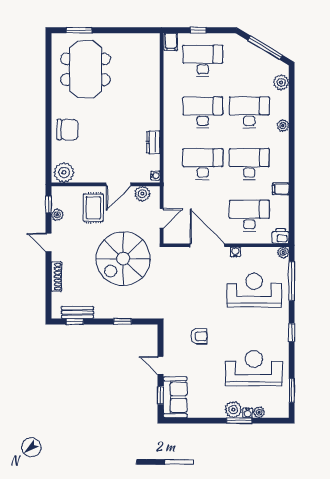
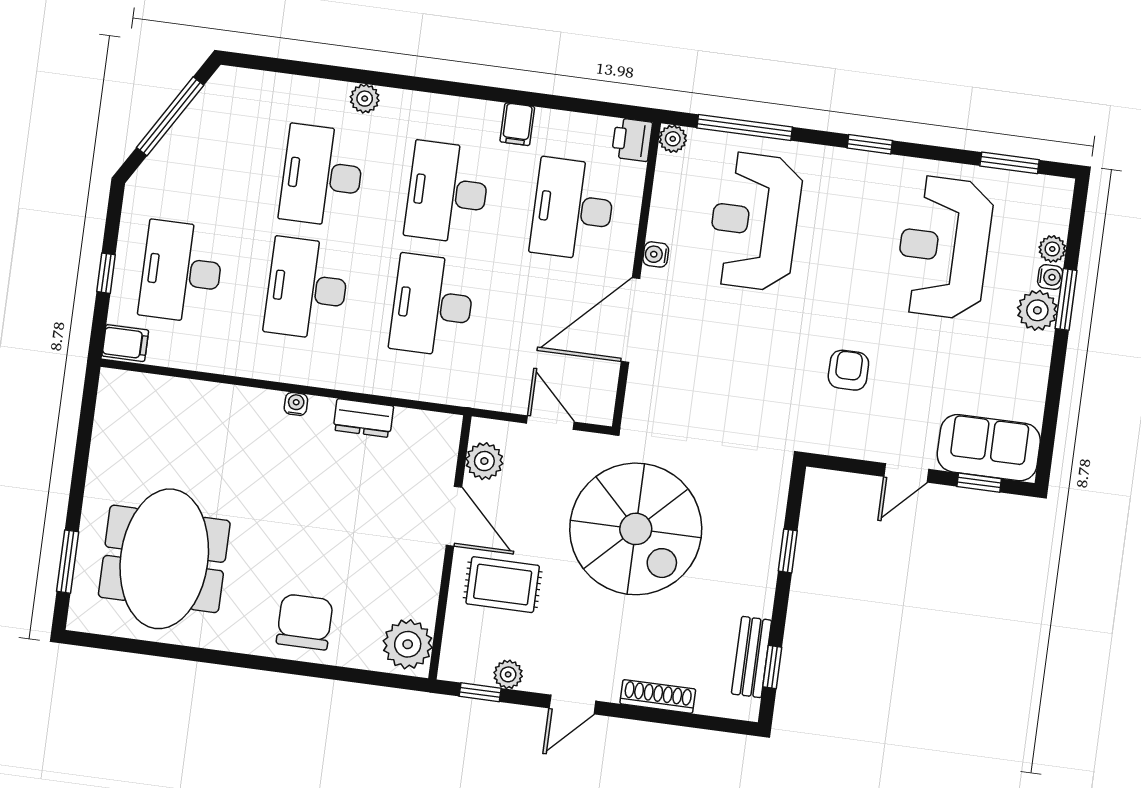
meeting table: (85, 69) -> (164, 559), turned 90
plant: (281, 82) -> (259, 89), removed
water cooler: (155, 176) -> (296, 404), moved

